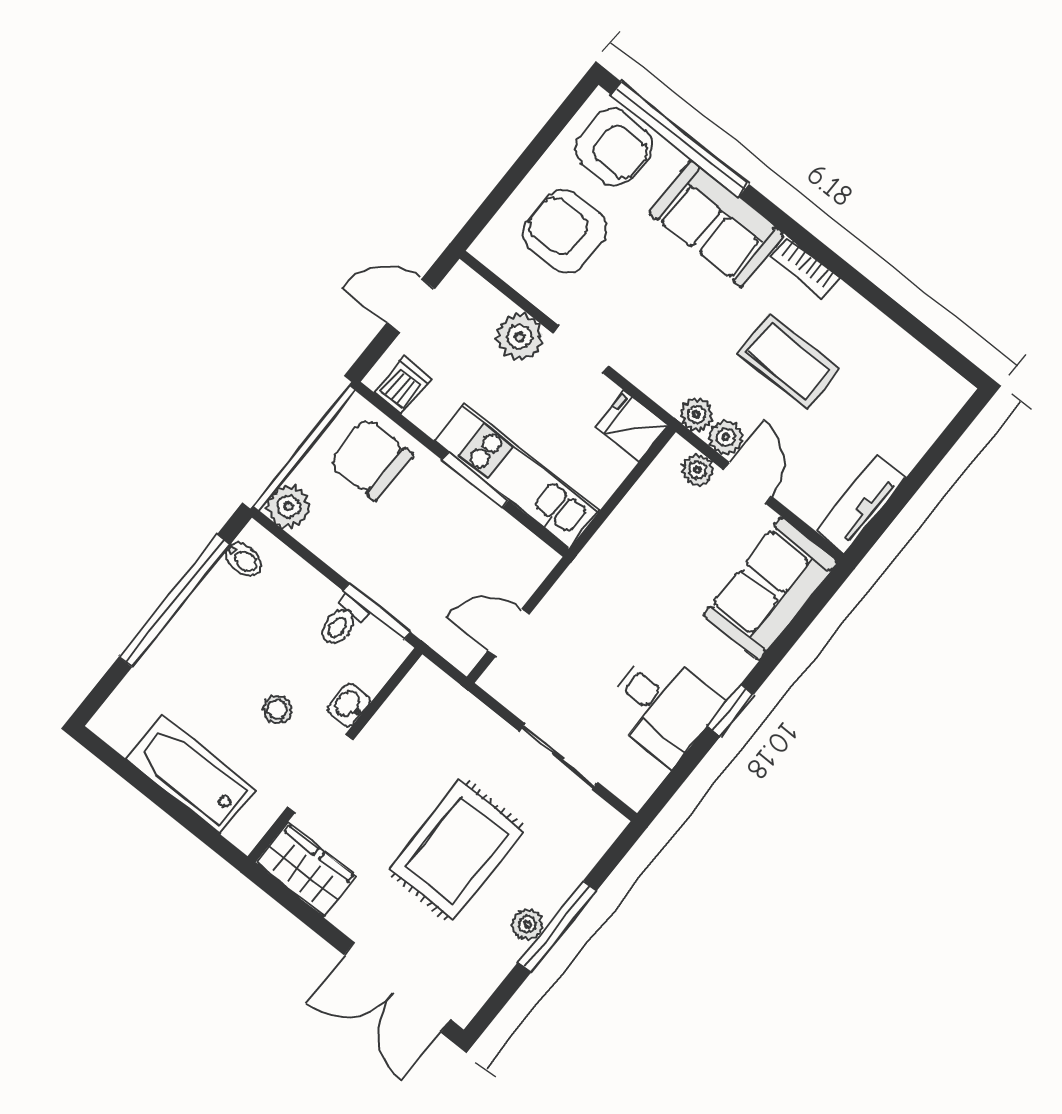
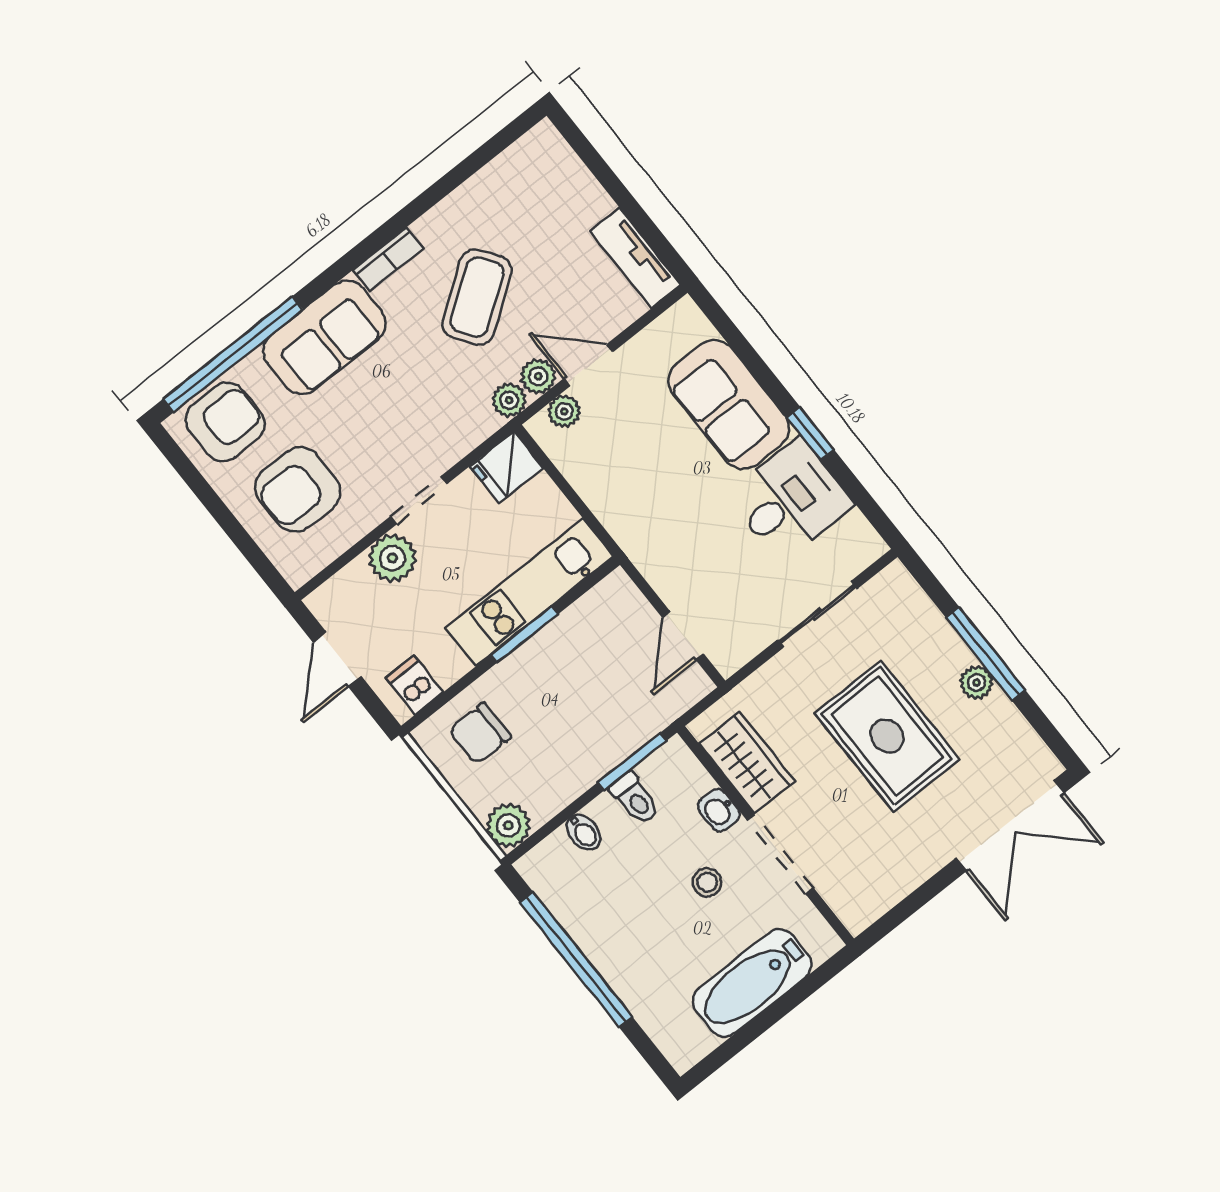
coffee table: (788, 361) -> (477, 297), turned -35
chair: (370, 459) -> (480, 734), width x0.73, depth x0.73
bidet: (243, 559) -> (584, 832), moved, turned 90
sofa: (770, 589) -> (729, 404), moved
wardrobe: (306, 870) -> (747, 762), moved, turned 90

